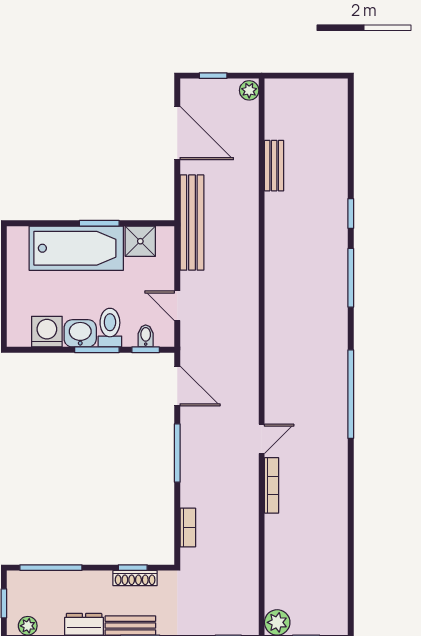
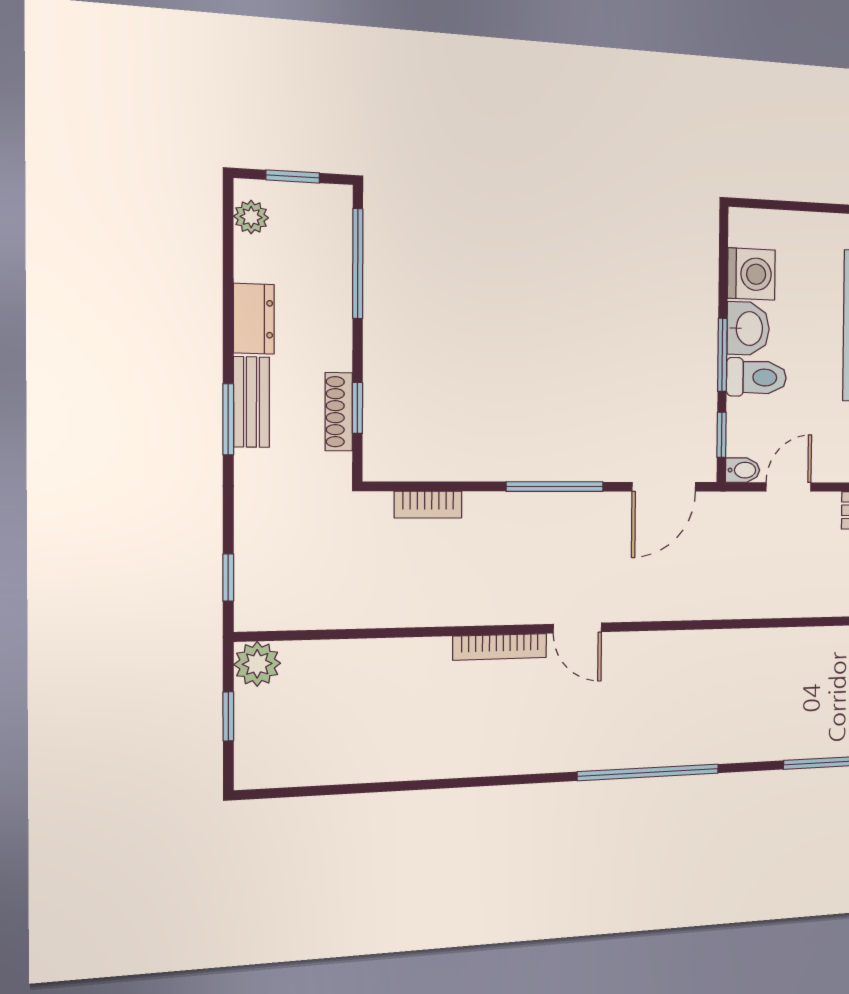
bidet: (146, 336) -> (743, 470), moved

